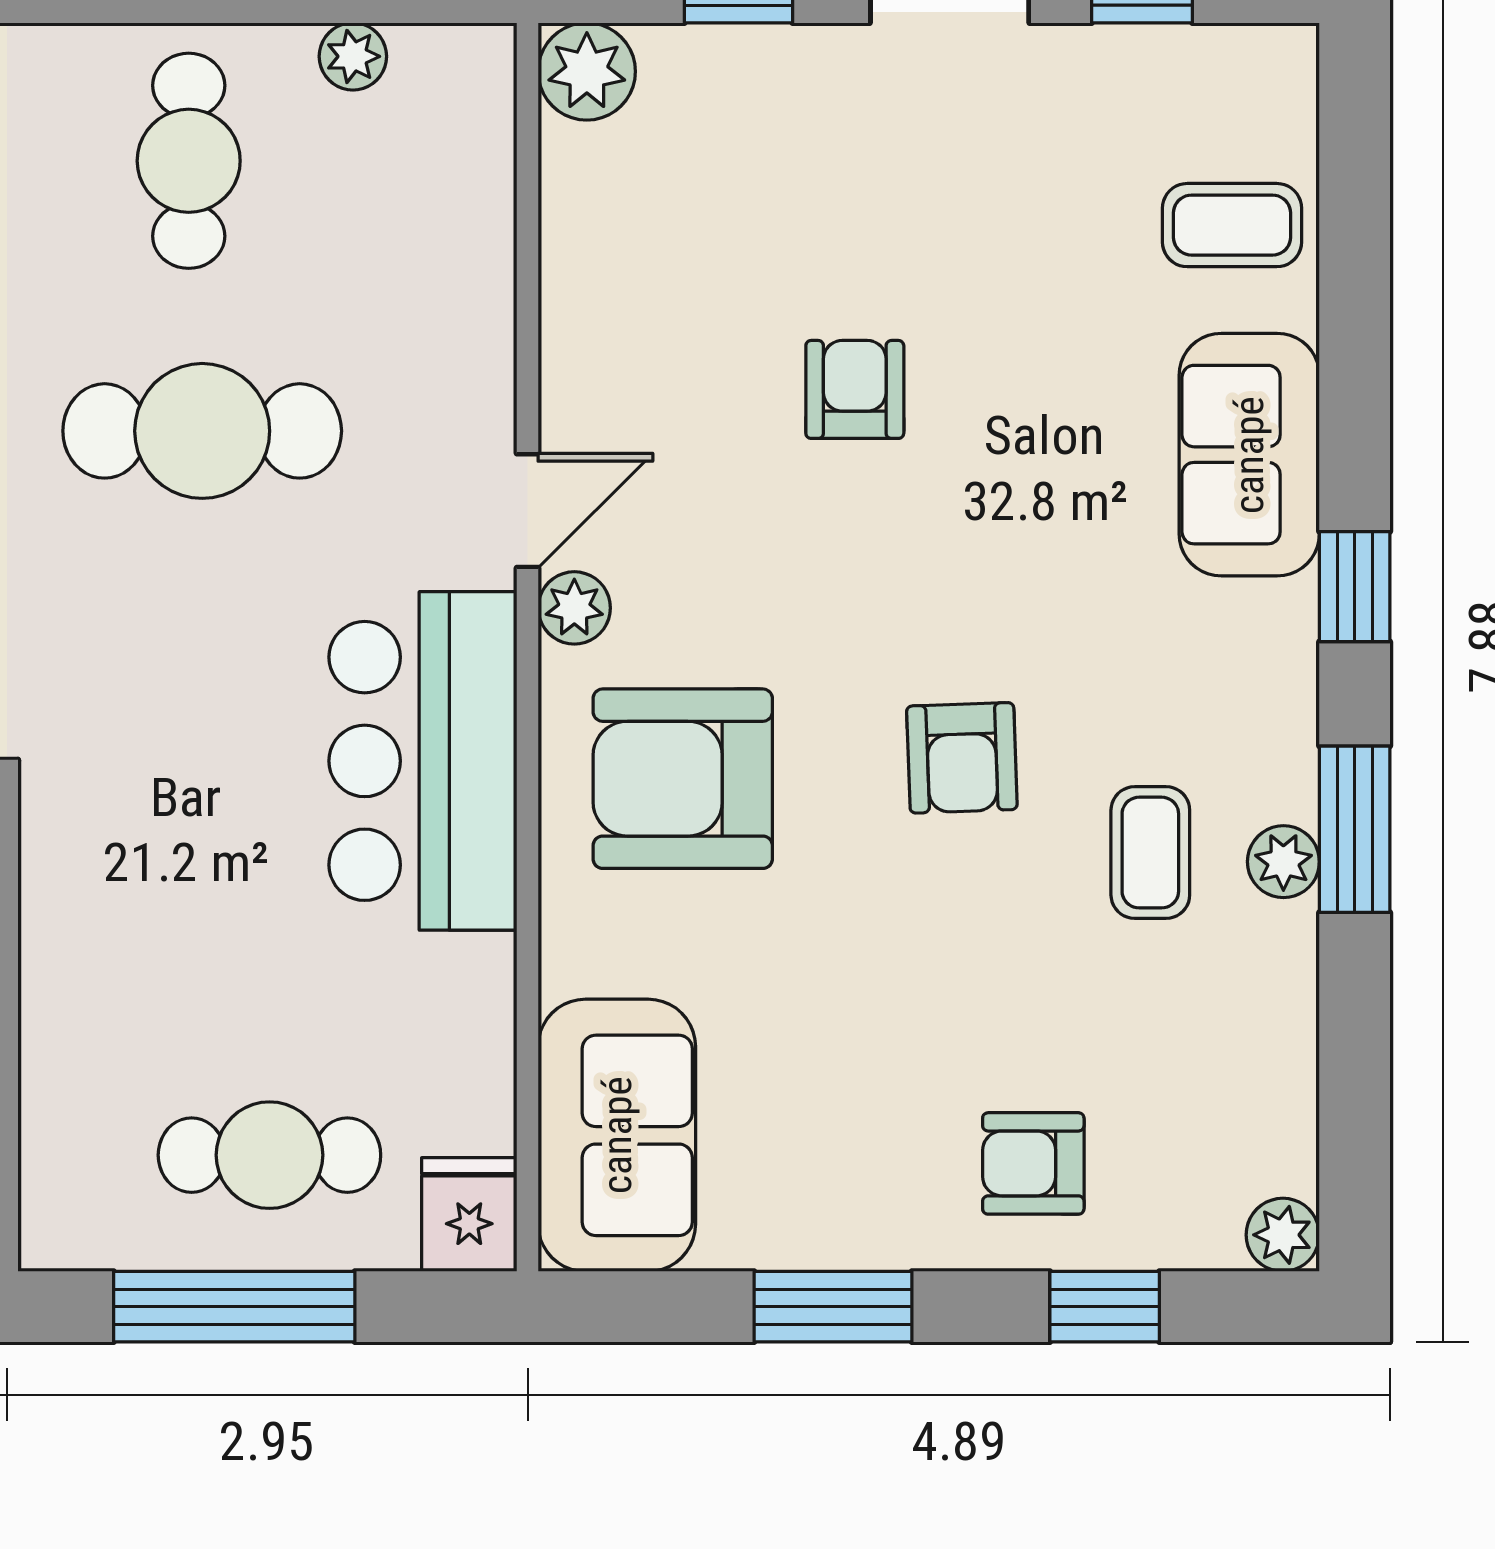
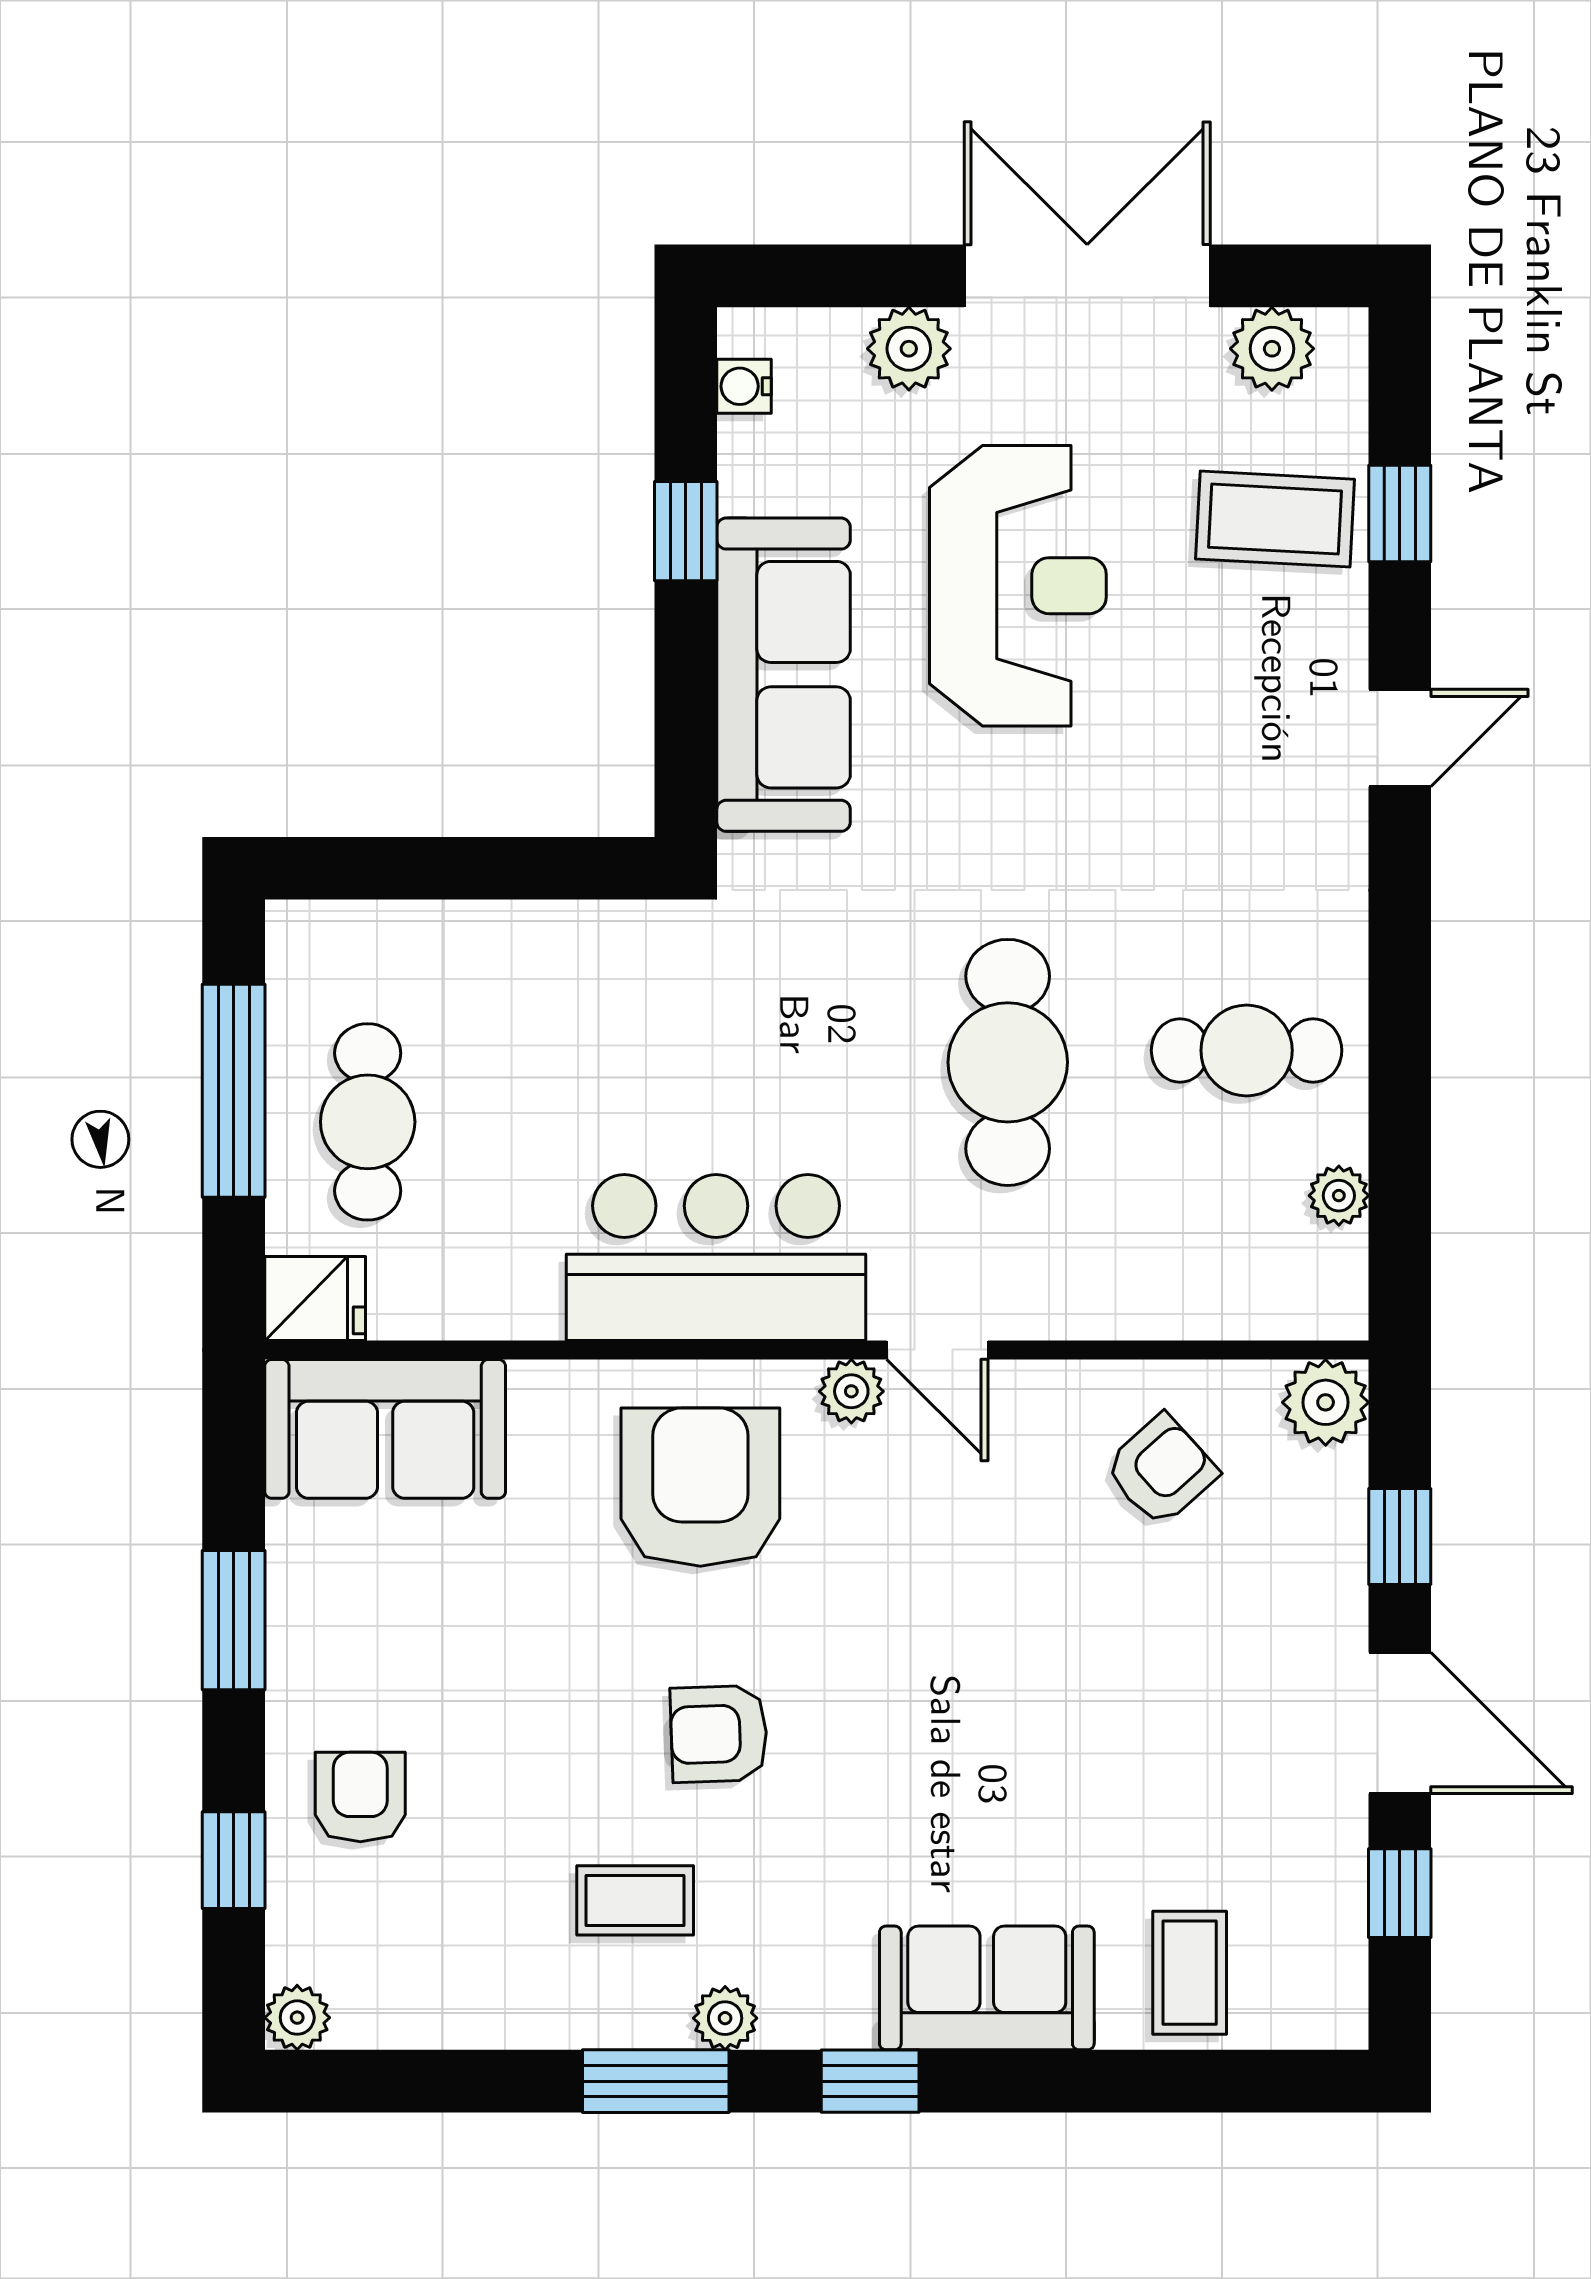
armchair: (855, 389) -> (1161, 1470), moved, turned -42
plant: (1283, 862) -> (725, 2018), moved

